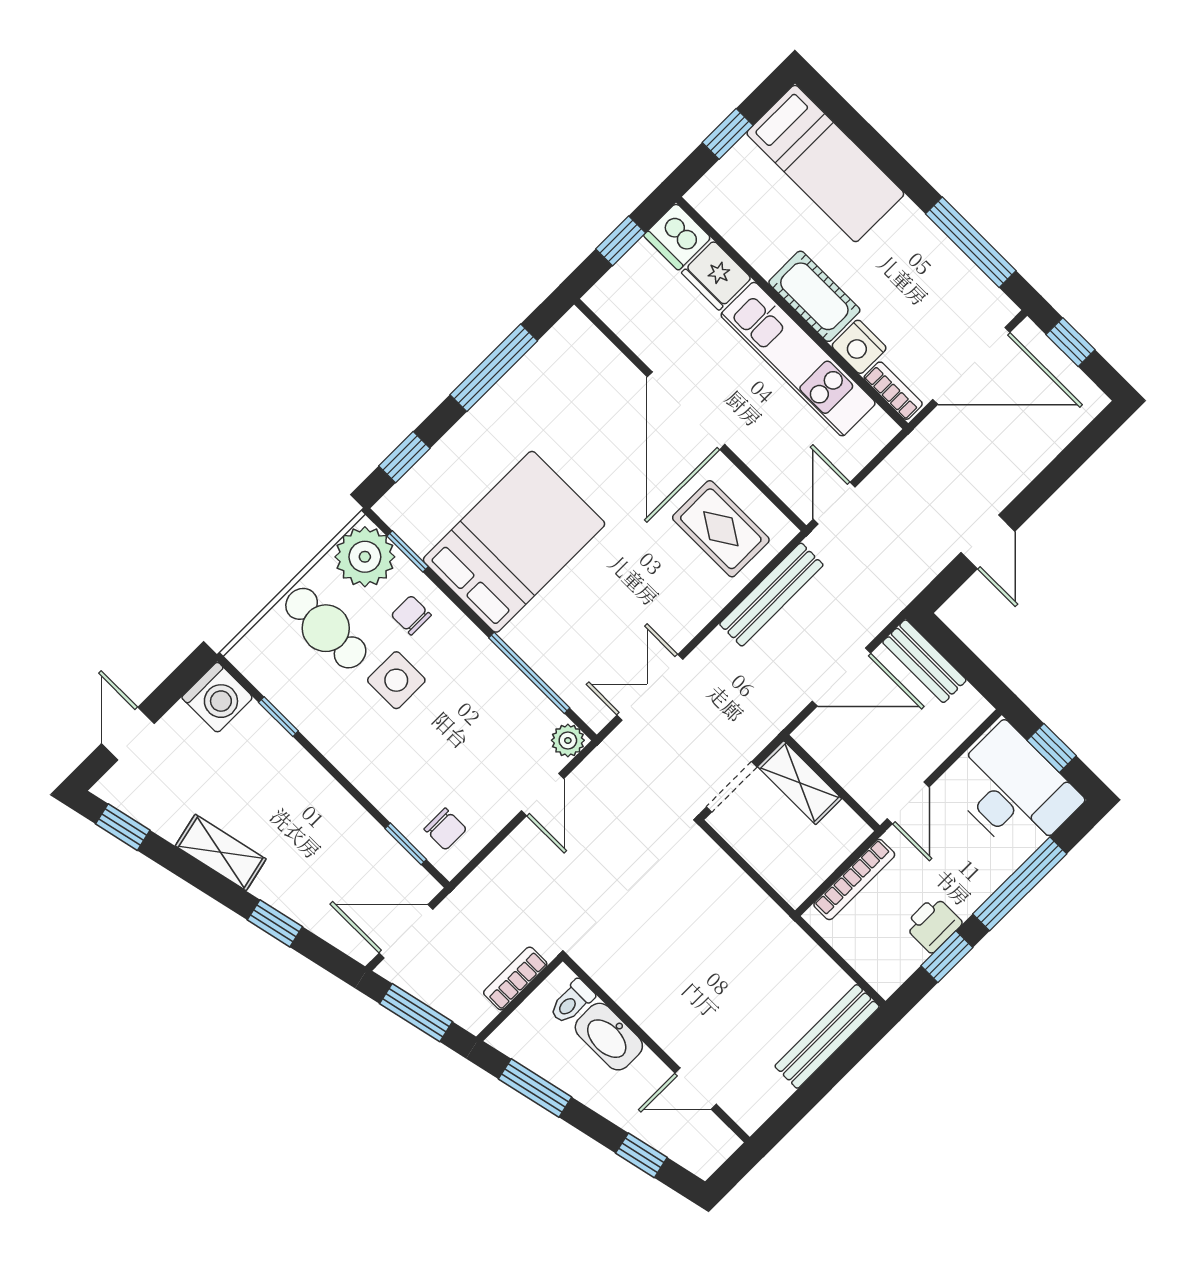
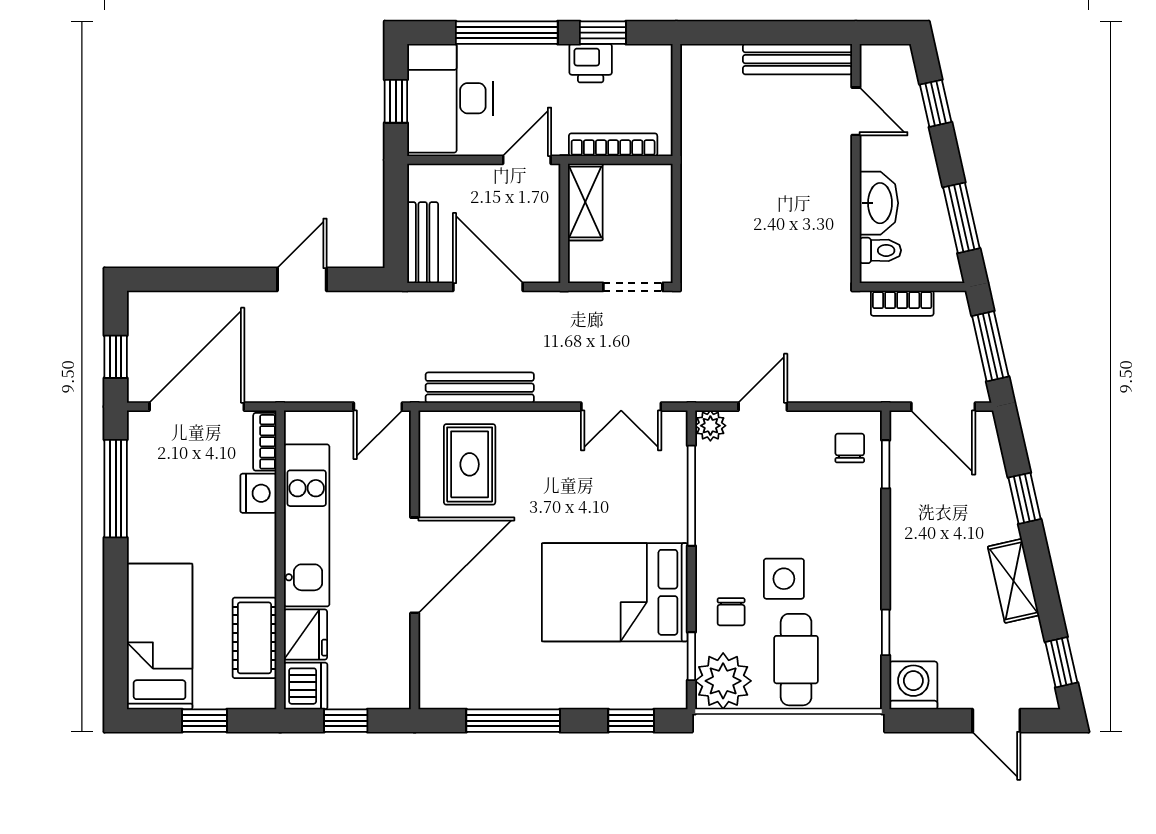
cot: (814, 296) -> (254, 638), moved
door: (971, 366) -> (197, 407), hinge flipped
door: (128, 734) -> (996, 721), hinge flipped
shelving: (800, 783) -> (585, 202), moved
bench: (827, 1036) -> (798, 59), moved

